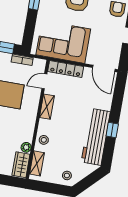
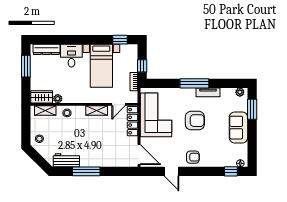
door: (104, 68) -> (139, 155), swing flipped
door: (44, 81) -> (119, 104), swing flipped
window: (112, 130) -> (86, 171), width x2.17
workbench: (96, 137) -> (66, 160), width x0.53, depth x0.76

